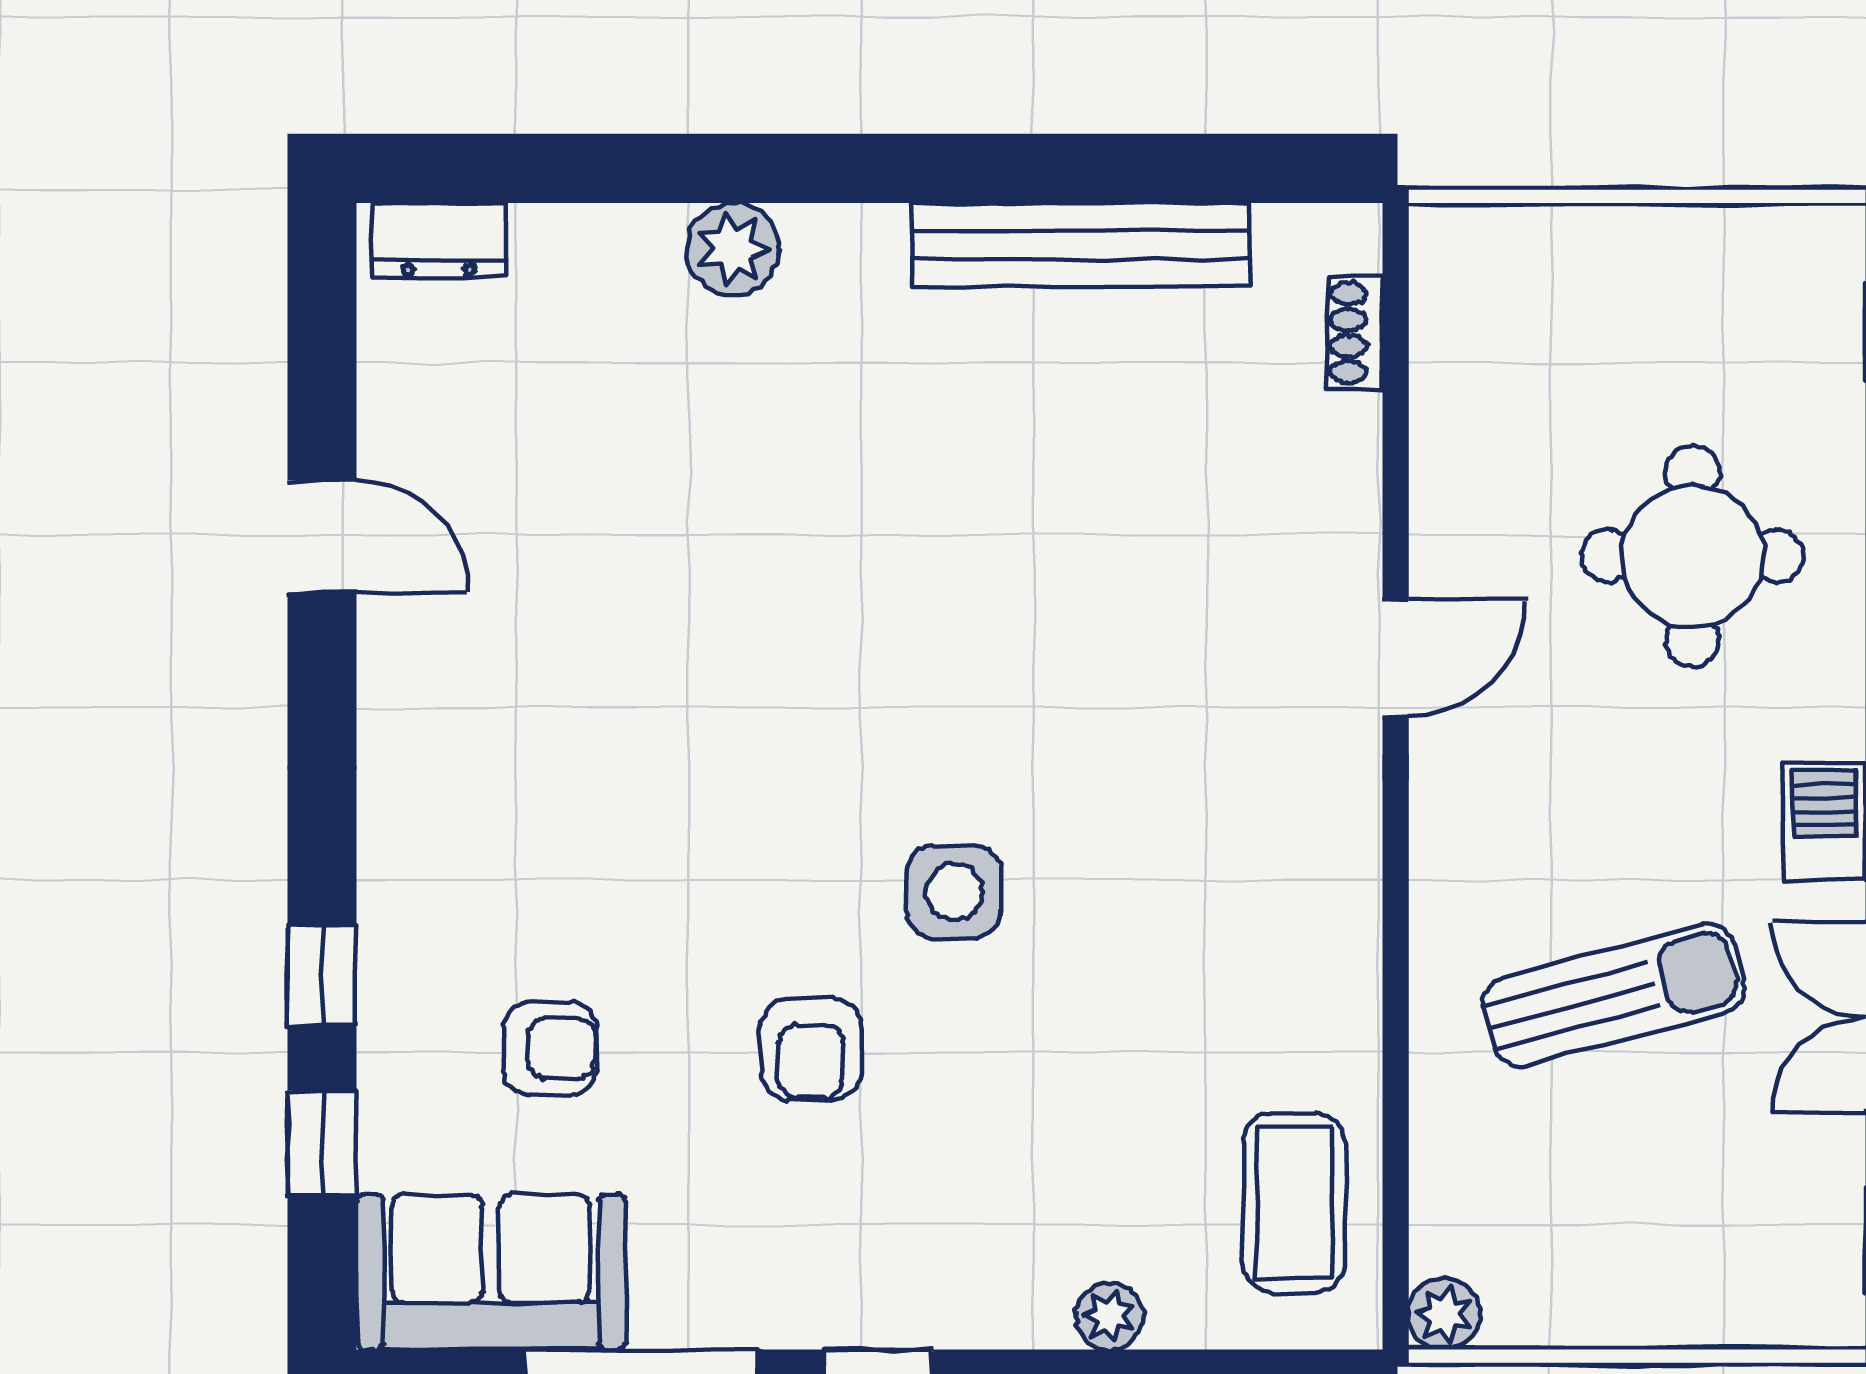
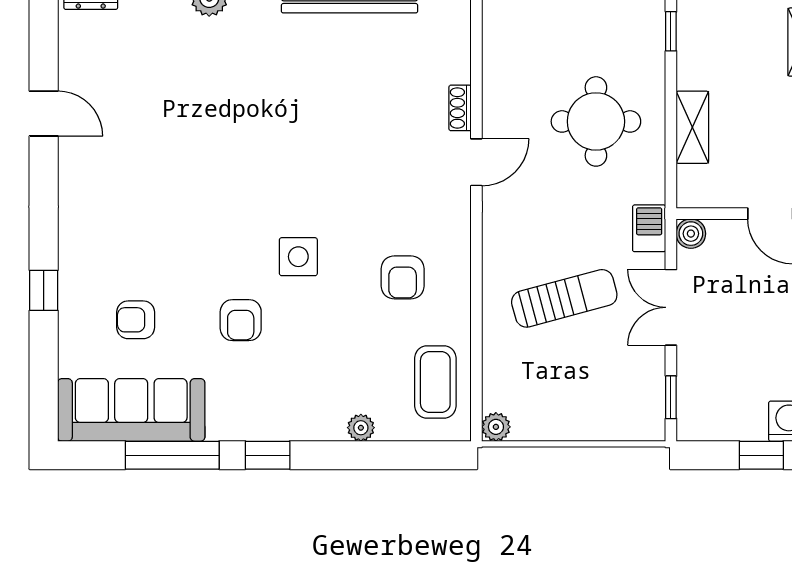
shoe rack: (1355, 333) -> (460, 108), moved
armchair: (1213, 943) -> (403, 277), added
armchair: (550, 1048) -> (136, 320), turned 180
window: (322, 1143) -> (44, 358), removed
sofa: (491, 1272) -> (131, 410), width x1.36

